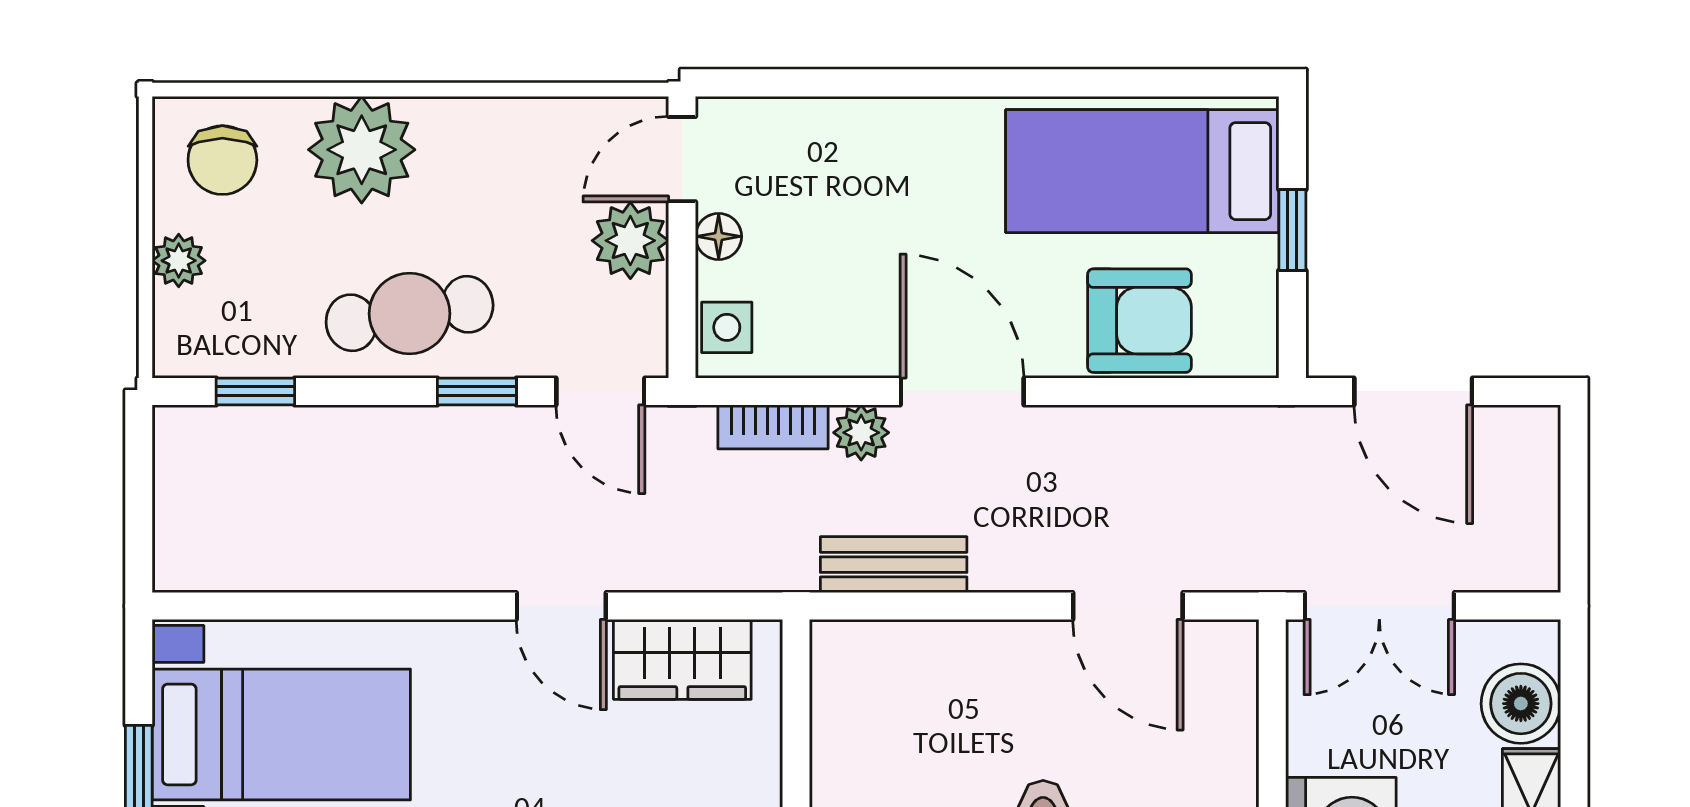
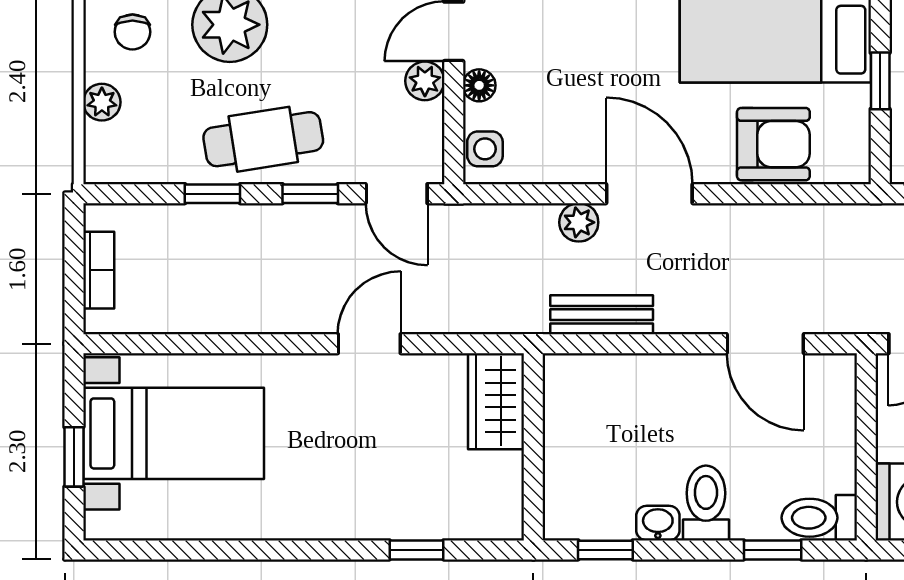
chair: (222, 160) -> (132, 32), width x0.73, depth x0.73
plant: (630, 241) -> (425, 81), width x0.73, depth x0.73
window: (255, 391) -> (212, 194), moved
bookcase: (773, 427) -> (99, 270), moved, turned -90
door: (561, 606) -> (369, 344), swing flipped
wardrobe: (682, 659) -> (496, 401), moved, turned 90

